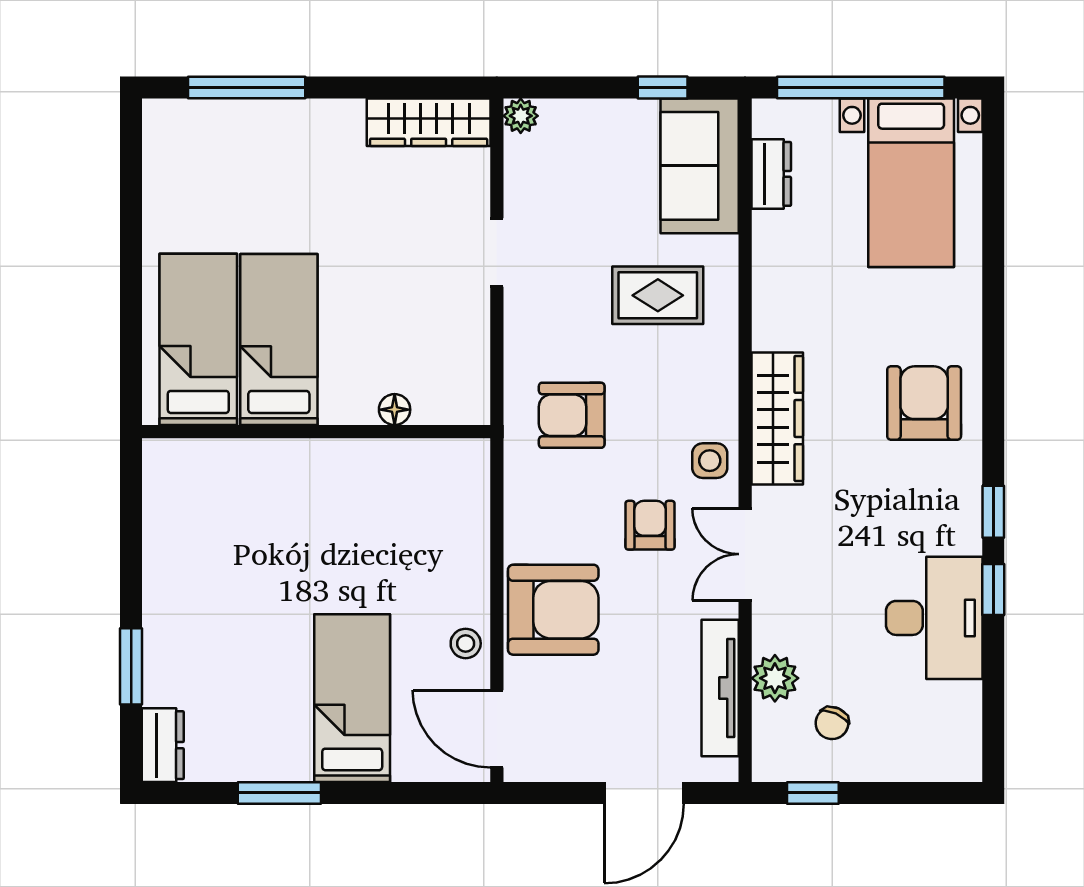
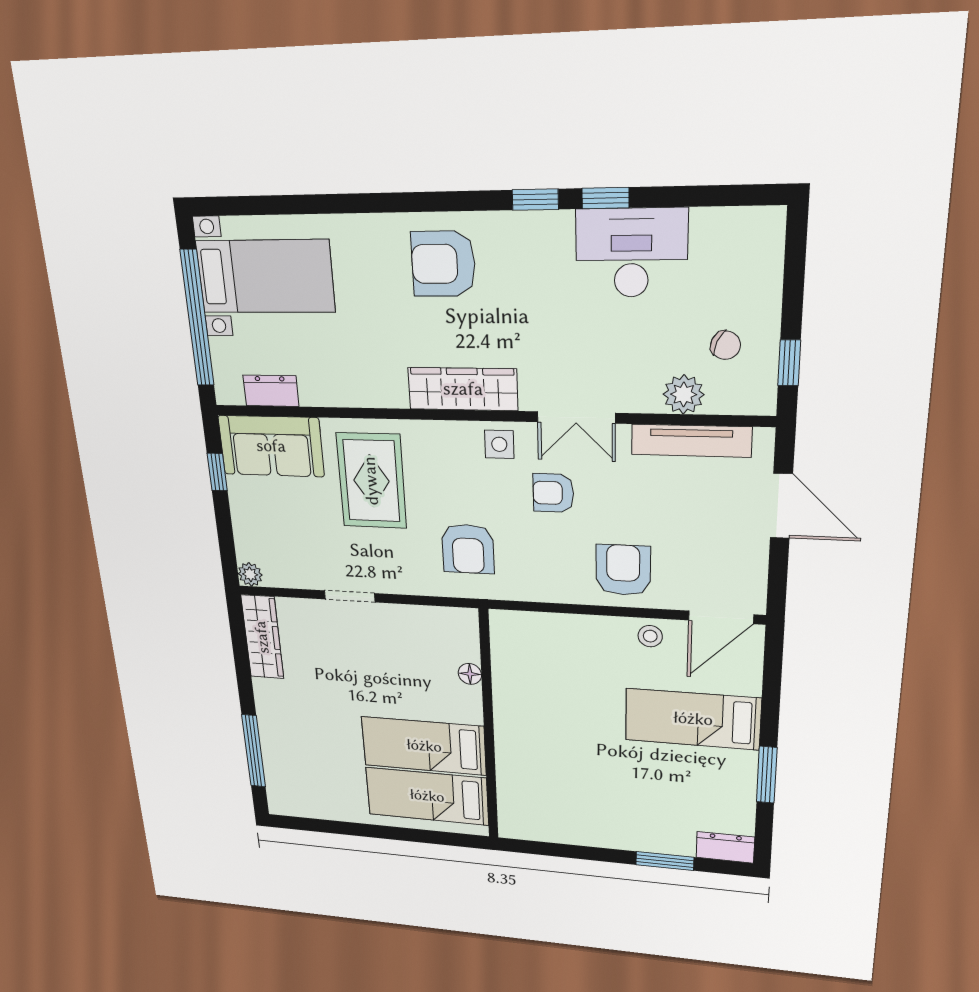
rug: (658, 295) -> (371, 481), width x1.36, depth x1.43
armchair: (553, 610) -> (623, 570), width x0.73, depth x0.73

